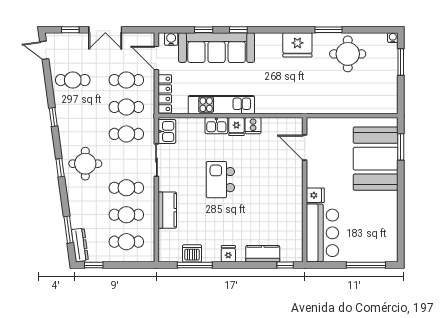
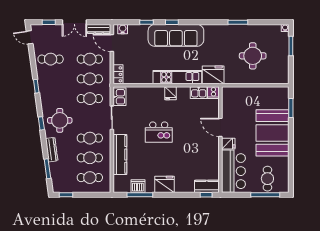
dresser: (139, 39) -> (99, 29), added
fridge: (297, 45) -> (213, 75), moved, turned 180
sofa: (217, 48) -> (176, 35), moved
round table: (348, 54) -> (253, 56), moved
locker: (165, 94) -> (118, 74), width x0.66
kitchen unit: (221, 105) -> (177, 77), moved
kitchen sink: (216, 126) -> (199, 93), moved
cooker: (253, 126) -> (213, 93), moved
door: (305, 148) -> (220, 127), moved
booth: (376, 159) -> (272, 133), moved
kitchen island: (220, 180) -> (159, 132), turned -90
kitchen counter: (167, 210) -> (120, 154), width x1.50
cafe table: (369, 243) -> (267, 179), added
dresser: (80, 245) -> (52, 150), moved
fridge: (228, 254) -> (165, 184), width x1.88, depth x1.34
kitchen counter: (263, 254) -> (207, 186), moved

